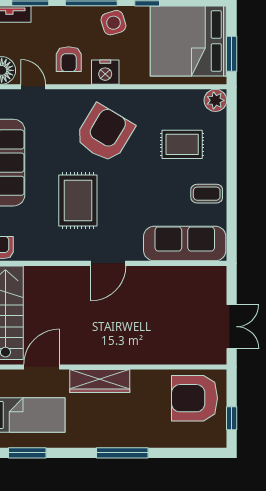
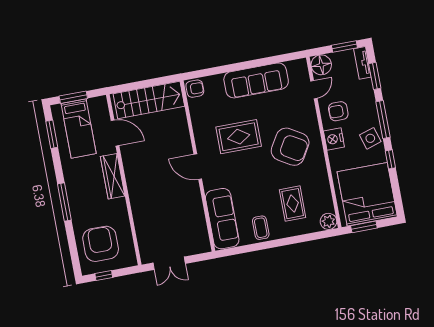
armchair: (195, 398) -> (101, 244), moved

